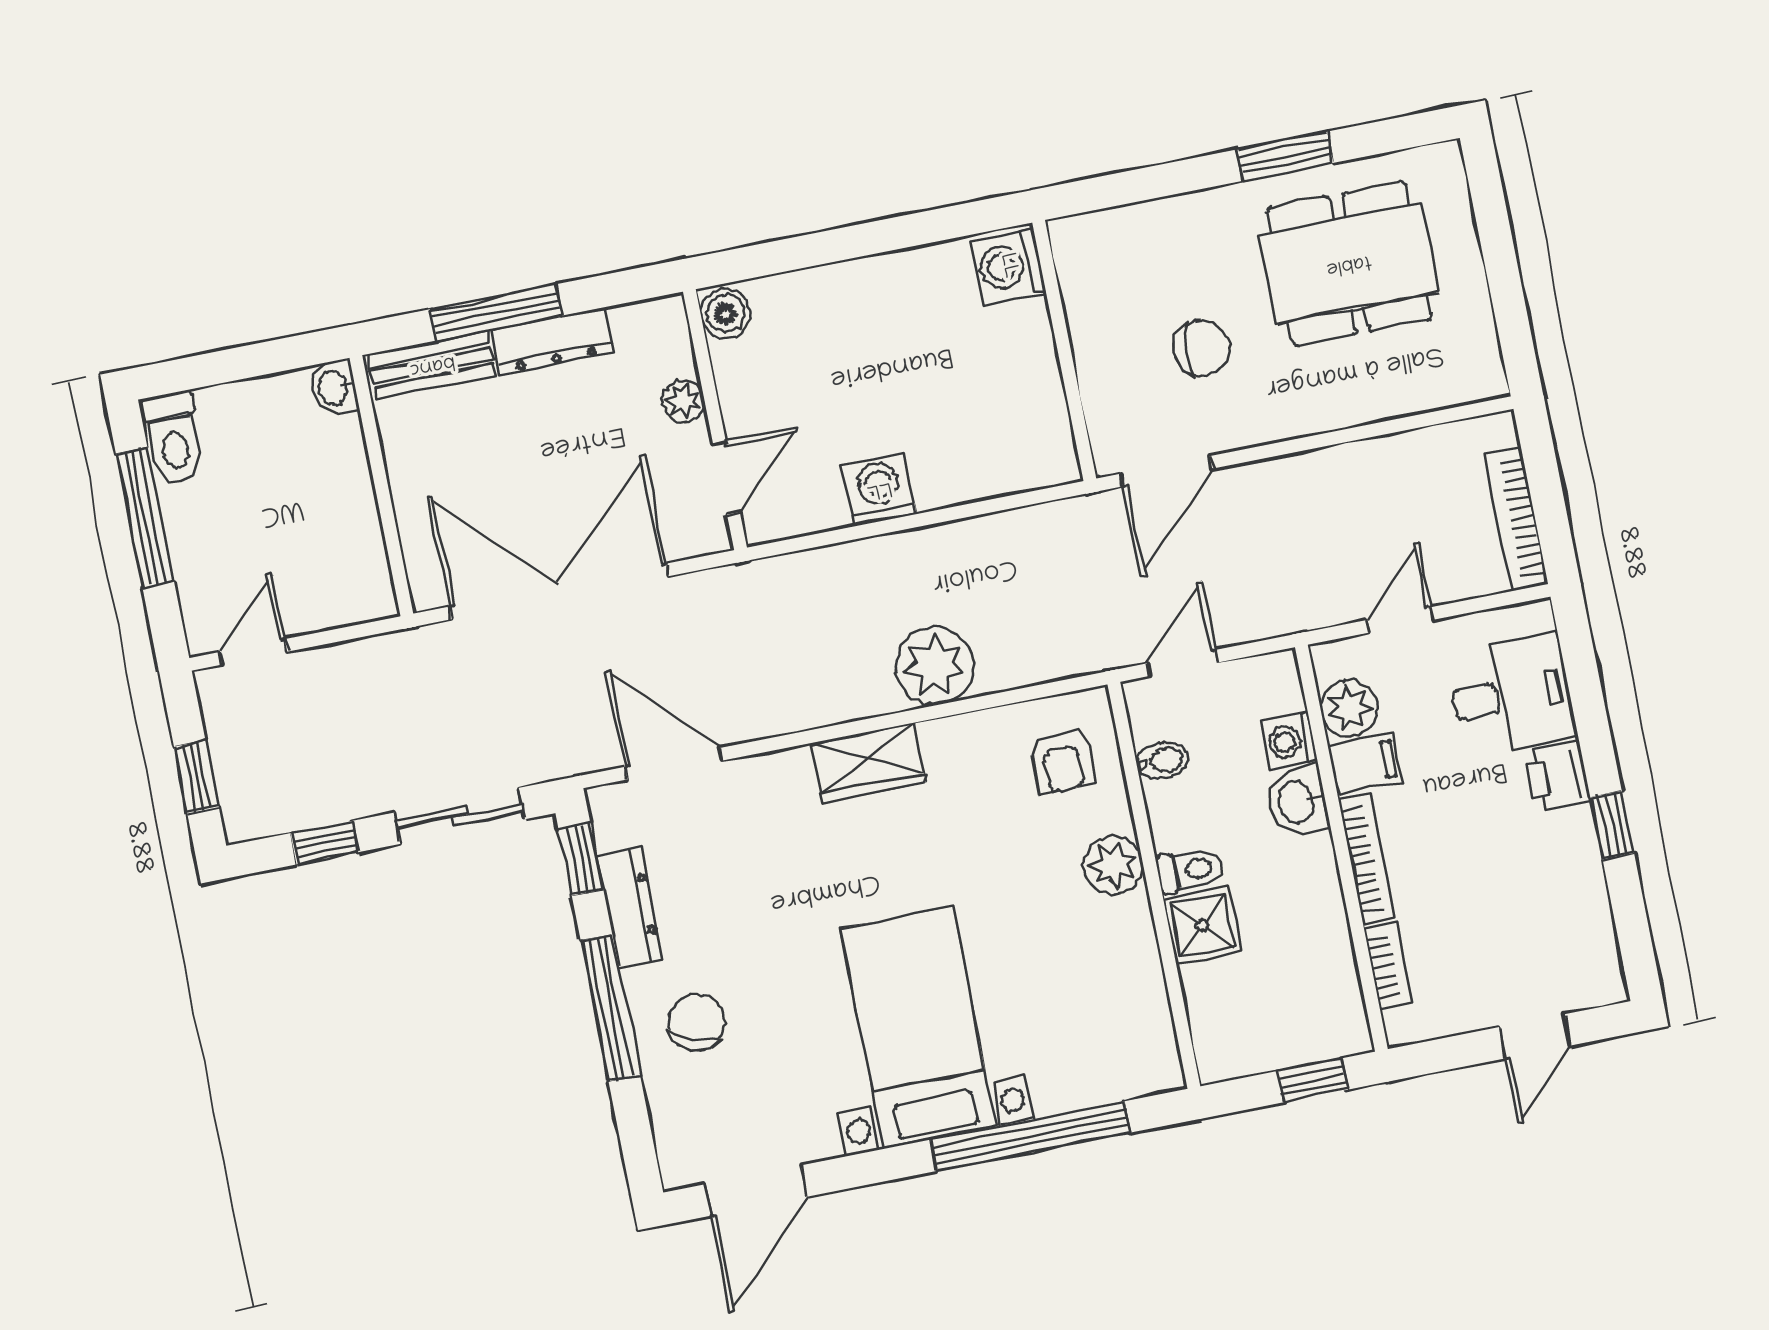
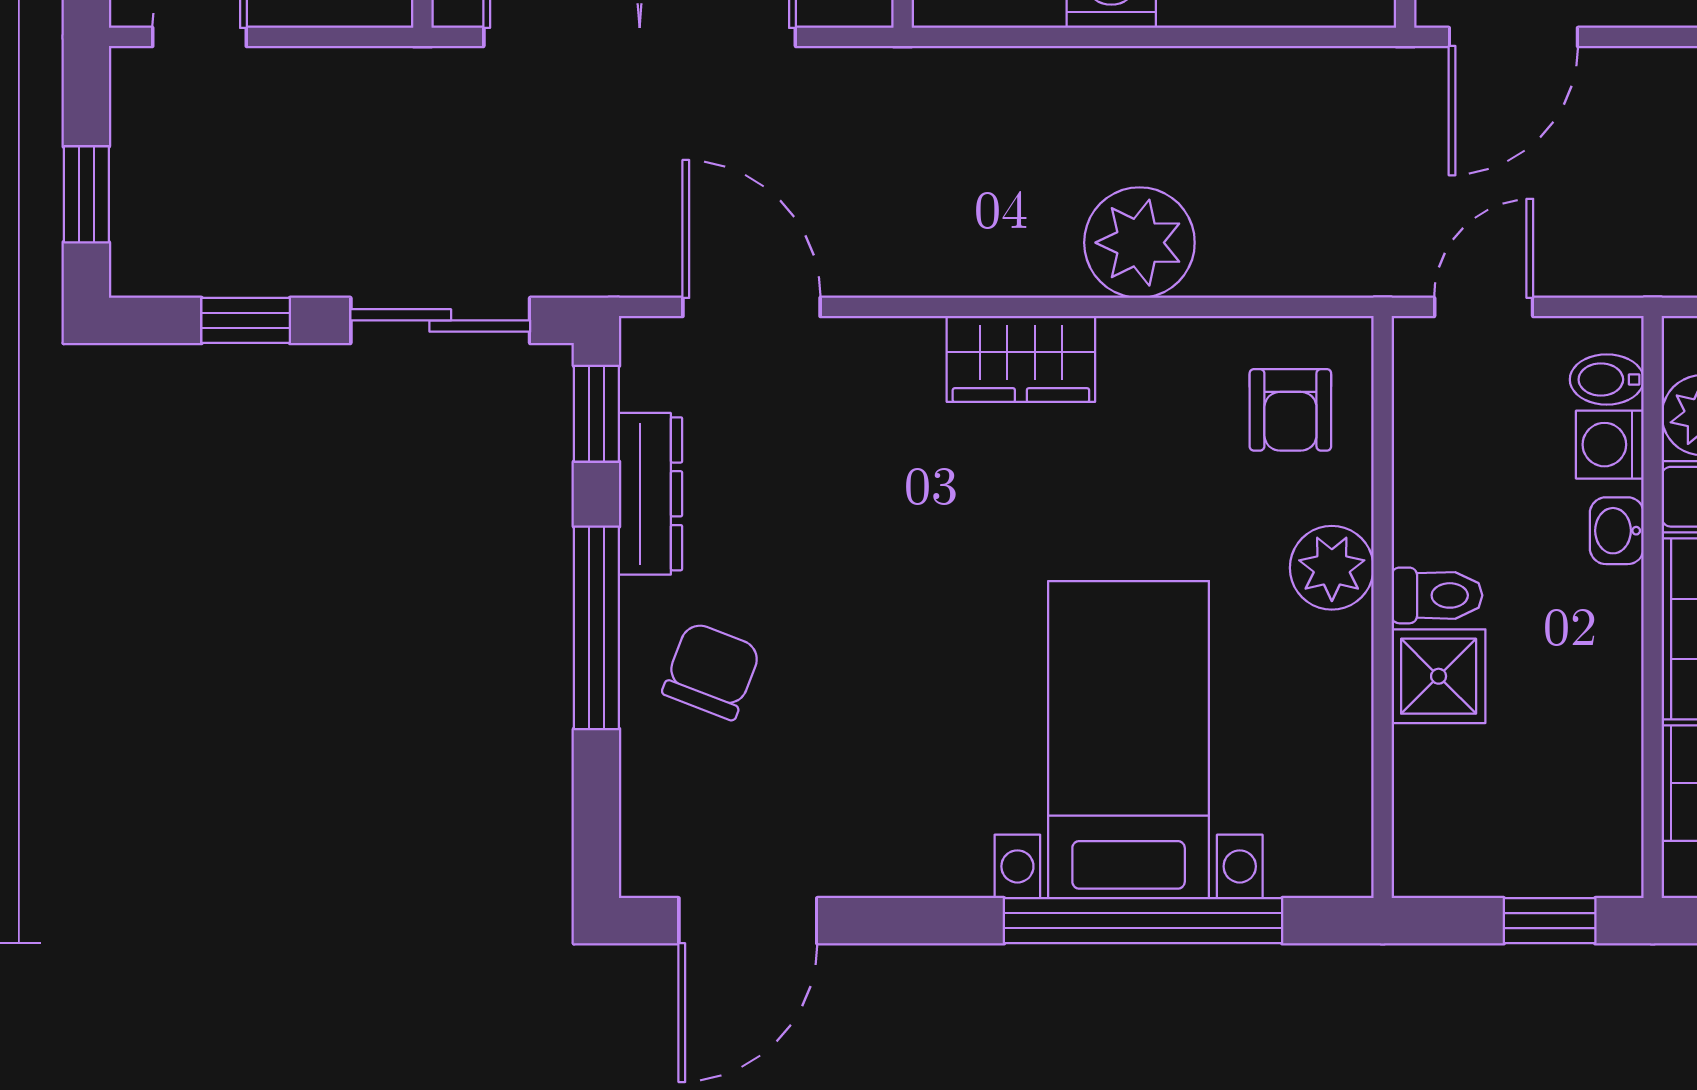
bidet: (1162, 761) -> (1607, 380), moved, turned 180
washbasin: (1298, 802) -> (1617, 531), width x0.72, depth x0.69
bed with nightstands: (918, 1028) -> (1129, 740), moved

